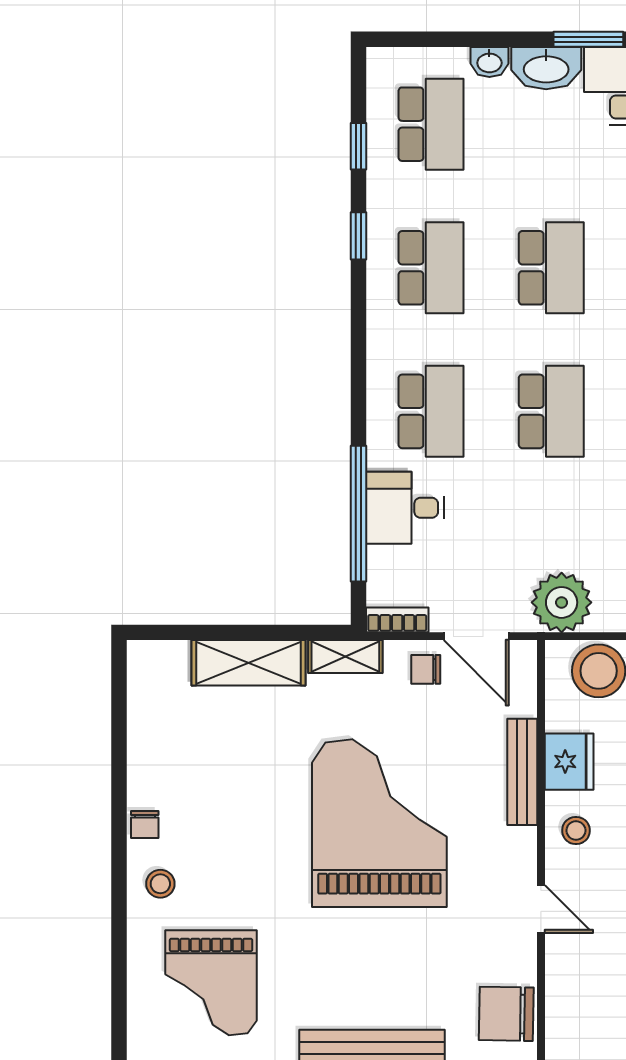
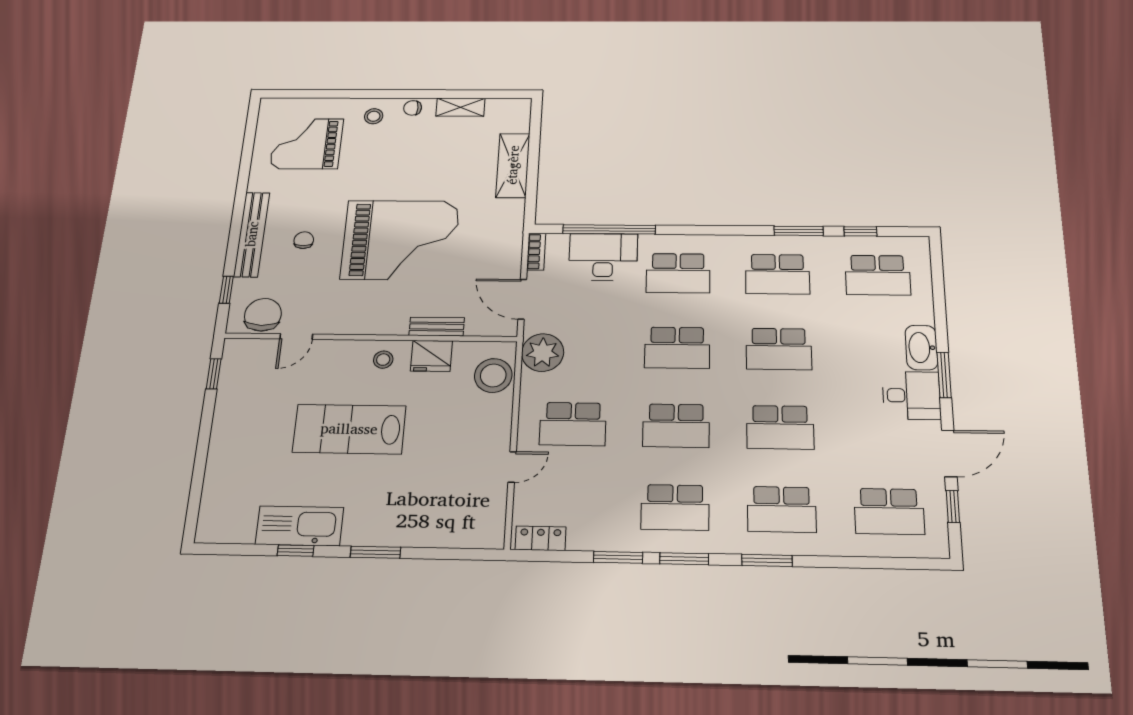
washbasin: (489, 62) -> (924, 312), removed
window: (358, 236) -> (799, 231), width x1.50
desk: (405, 508) -> (603, 257), width x1.37
door: (476, 636) -> (522, 299), hinge flipped
shelving: (345, 657) -> (460, 107), moved, turned 90
chair: (426, 669) -> (304, 240), moved
bench: (522, 772) -> (437, 327), width x0.73
door: (541, 909) -> (296, 337), moved

